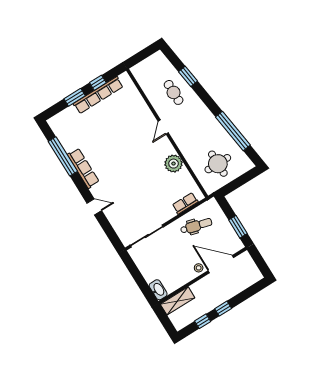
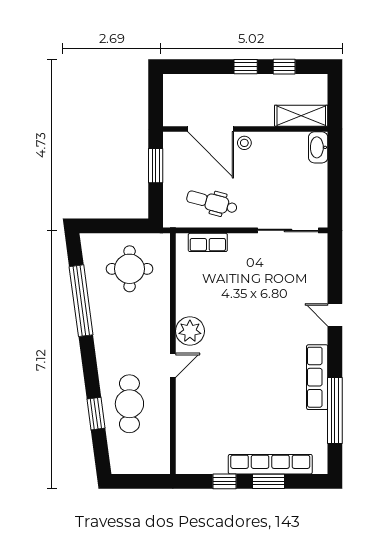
cafe table: (174, 92) -> (129, 404), width x1.37, depth x1.35
row of seats: (98, 95) -> (270, 464), moved
plant: (174, 164) -> (190, 331), moved

